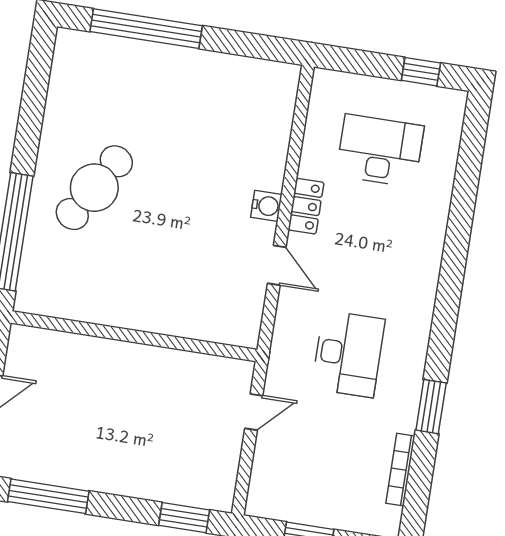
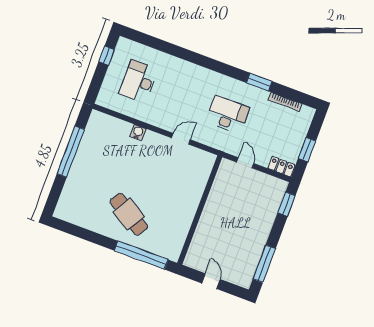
window: (146, 29) -> (71, 152), moved
water cooler: (266, 206) -> (138, 132), moved
locker: (306, 206) -> (281, 167), moved

